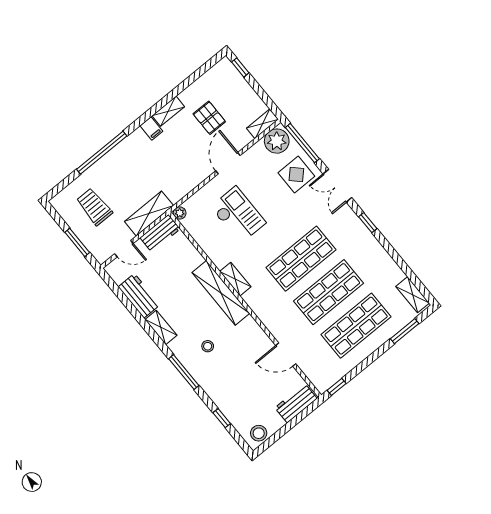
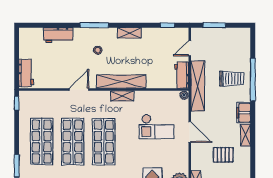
filing cabinet: (151, 128) -> (244, 113), width x2.00
door: (228, 163) -> (190, 132), moved
trolley: (94, 207) -> (232, 79), moved
shelving: (149, 213) -> (198, 86), width x1.47
workbench: (139, 296) -> (58, 35), moved
door: (286, 355) -> (79, 90), moved
window: (222, 418) -> (168, 25), moved
stool: (259, 433) -> (26, 39), removed

